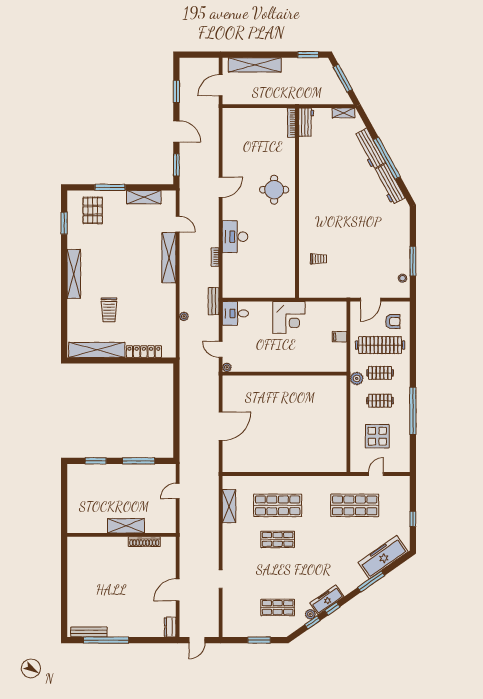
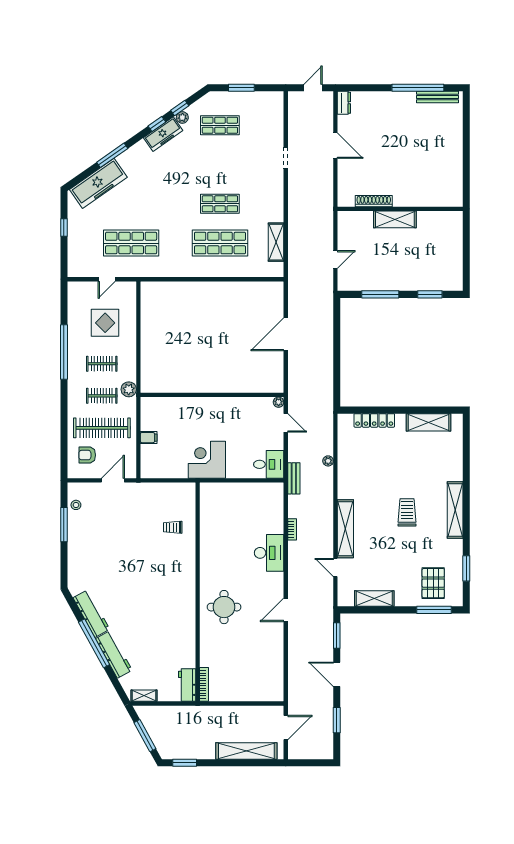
window: (110, 187) -> (434, 610), moved
trolley: (109, 310) -> (407, 512), moved
shelving: (97, 350) -> (428, 422), width x0.68
door: (178, 590) -> (335, 146), hinge flipped

